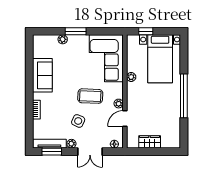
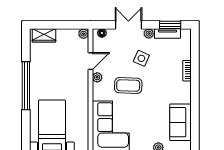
sofa: (42, 75) -> (180, 122), moved
plant: (131, 77) -> (84, 34), moved
wardrobe: (150, 142) -> (44, 35), moved
tv unit: (49, 144) -> (167, 34), width x0.71

